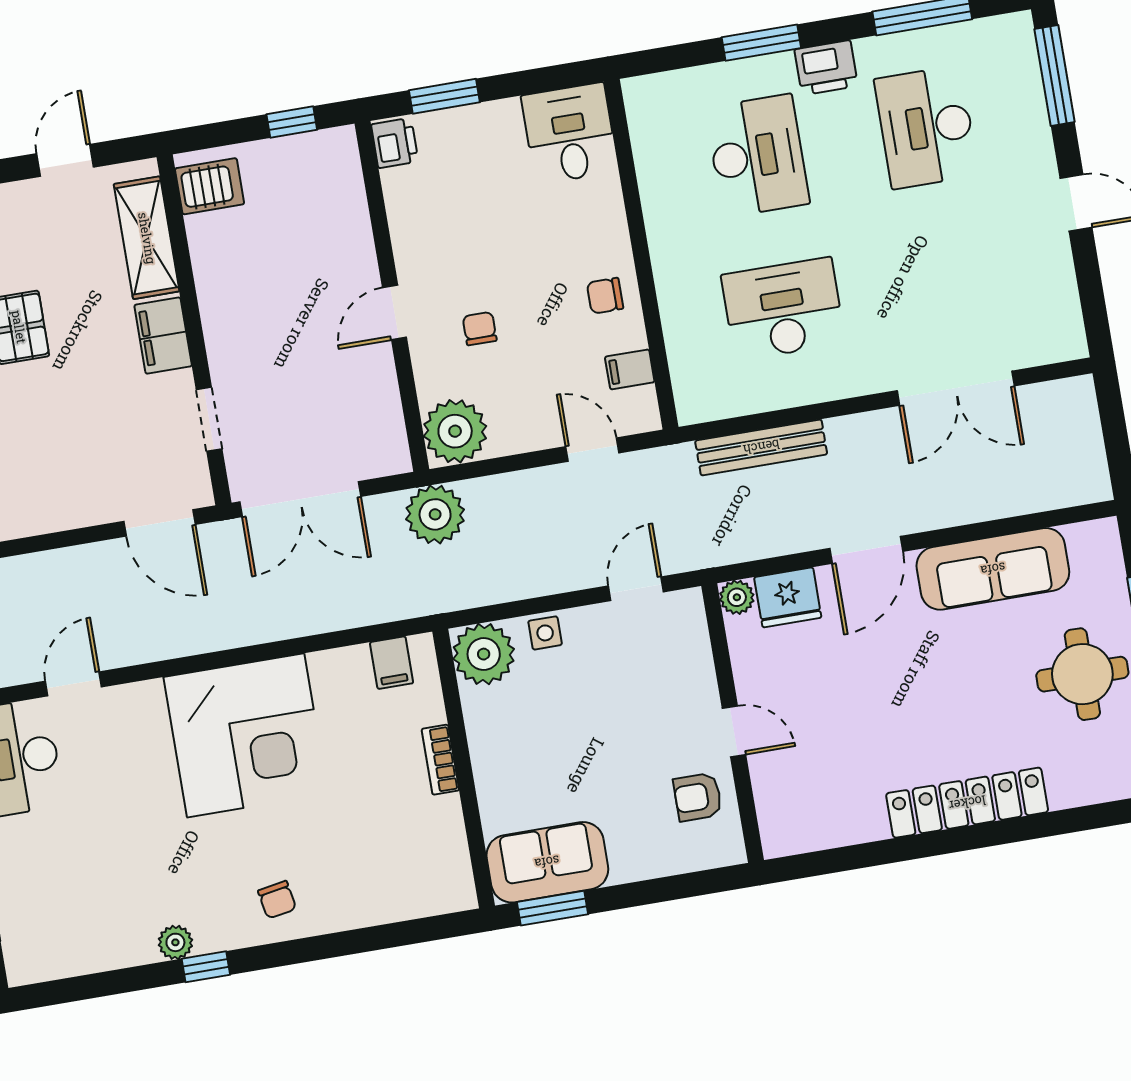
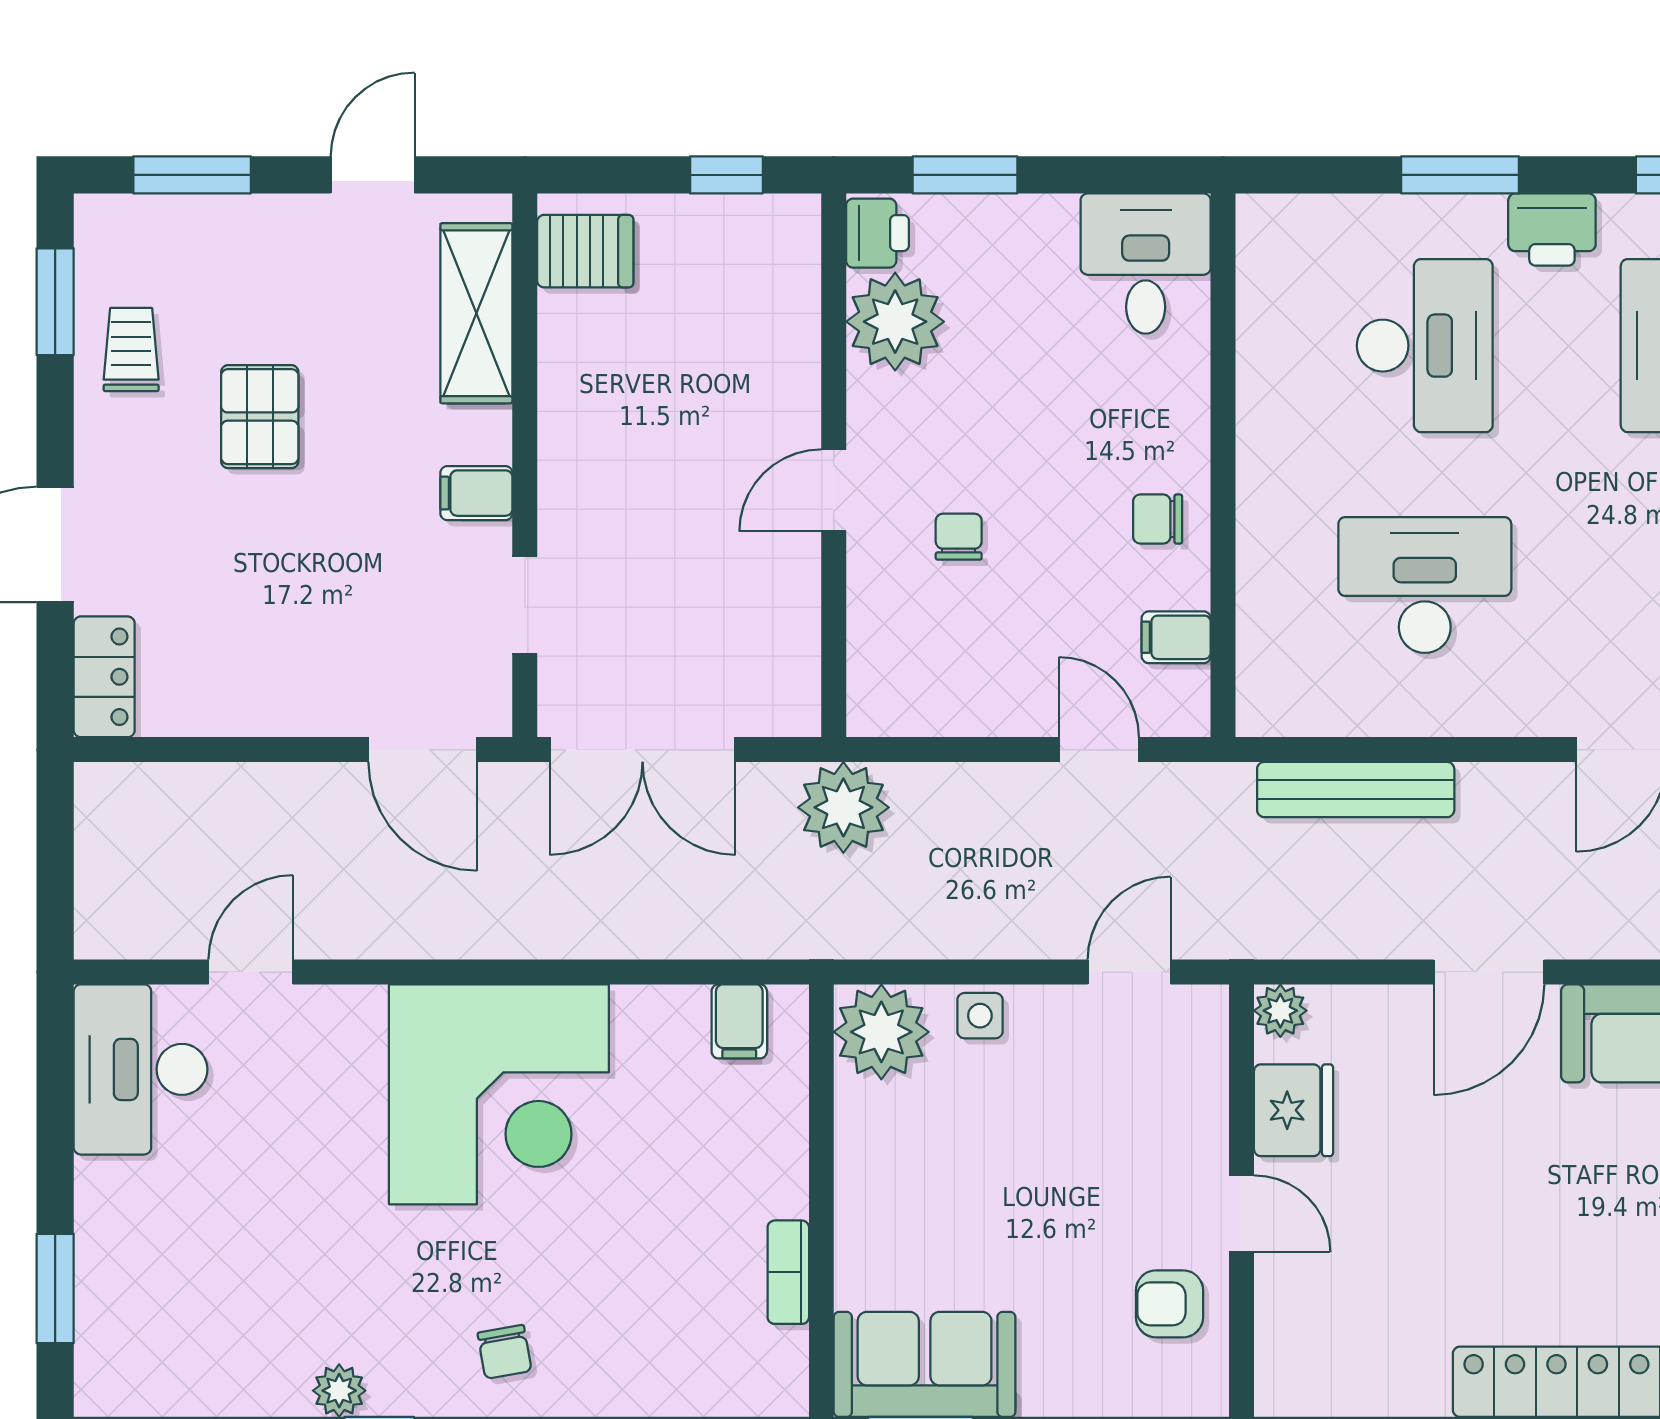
filing cabinet: (163, 336) -> (476, 493), width x0.50
plant: (455, 431) -> (895, 322), moved
fridge: (788, 597) -> (1293, 1110), moved, turned -90
bookcase: (440, 760) -> (788, 1272), moved

